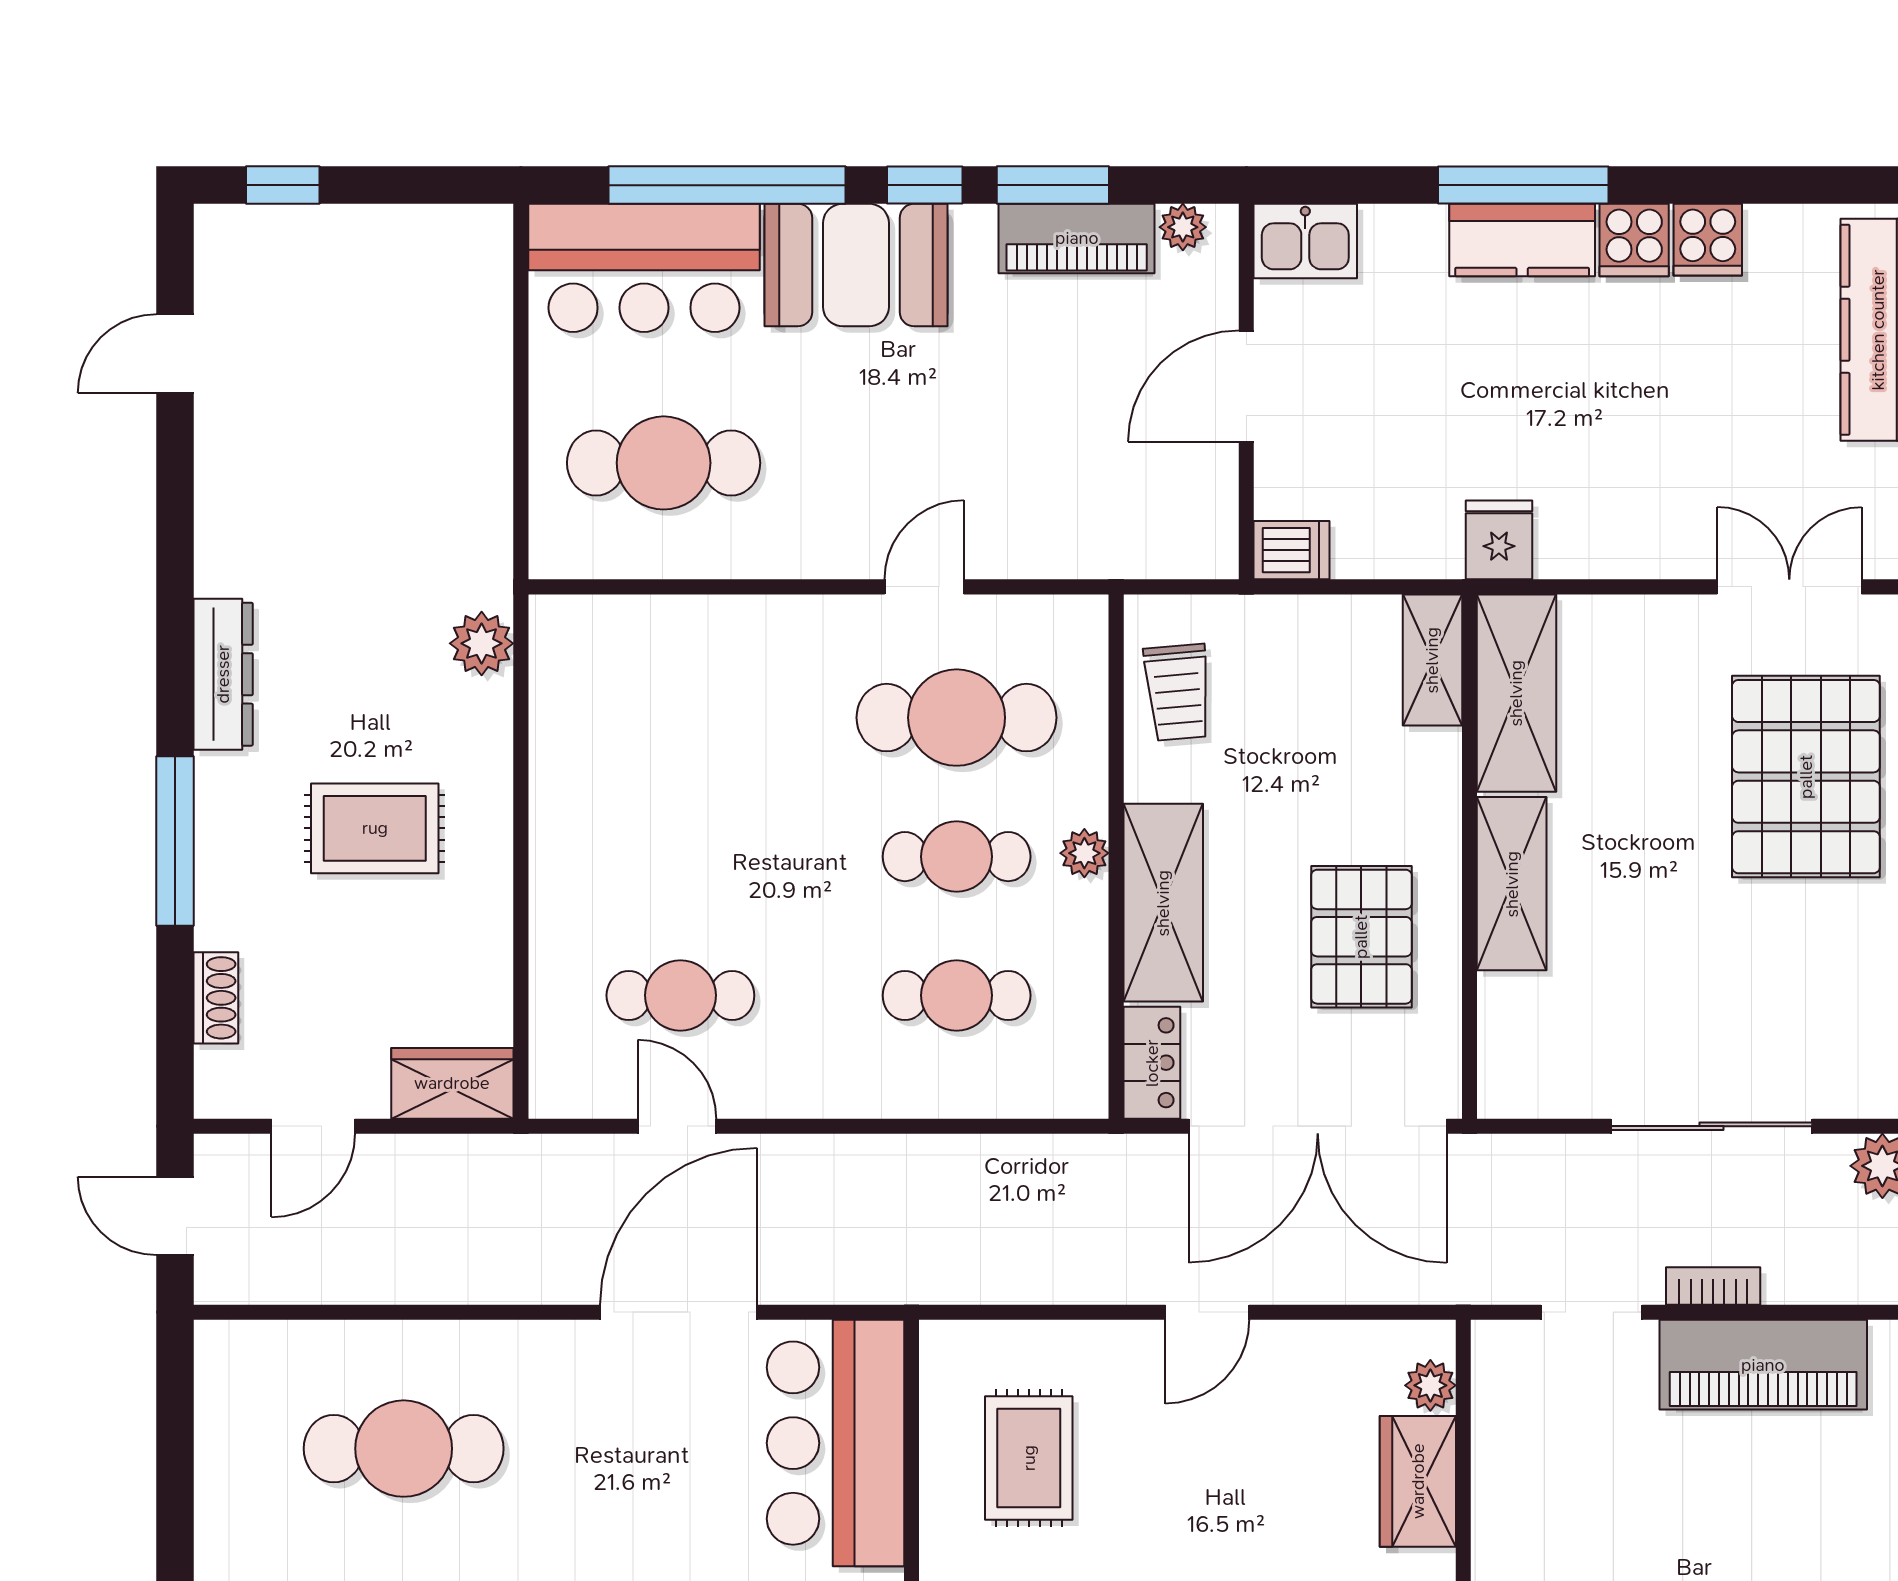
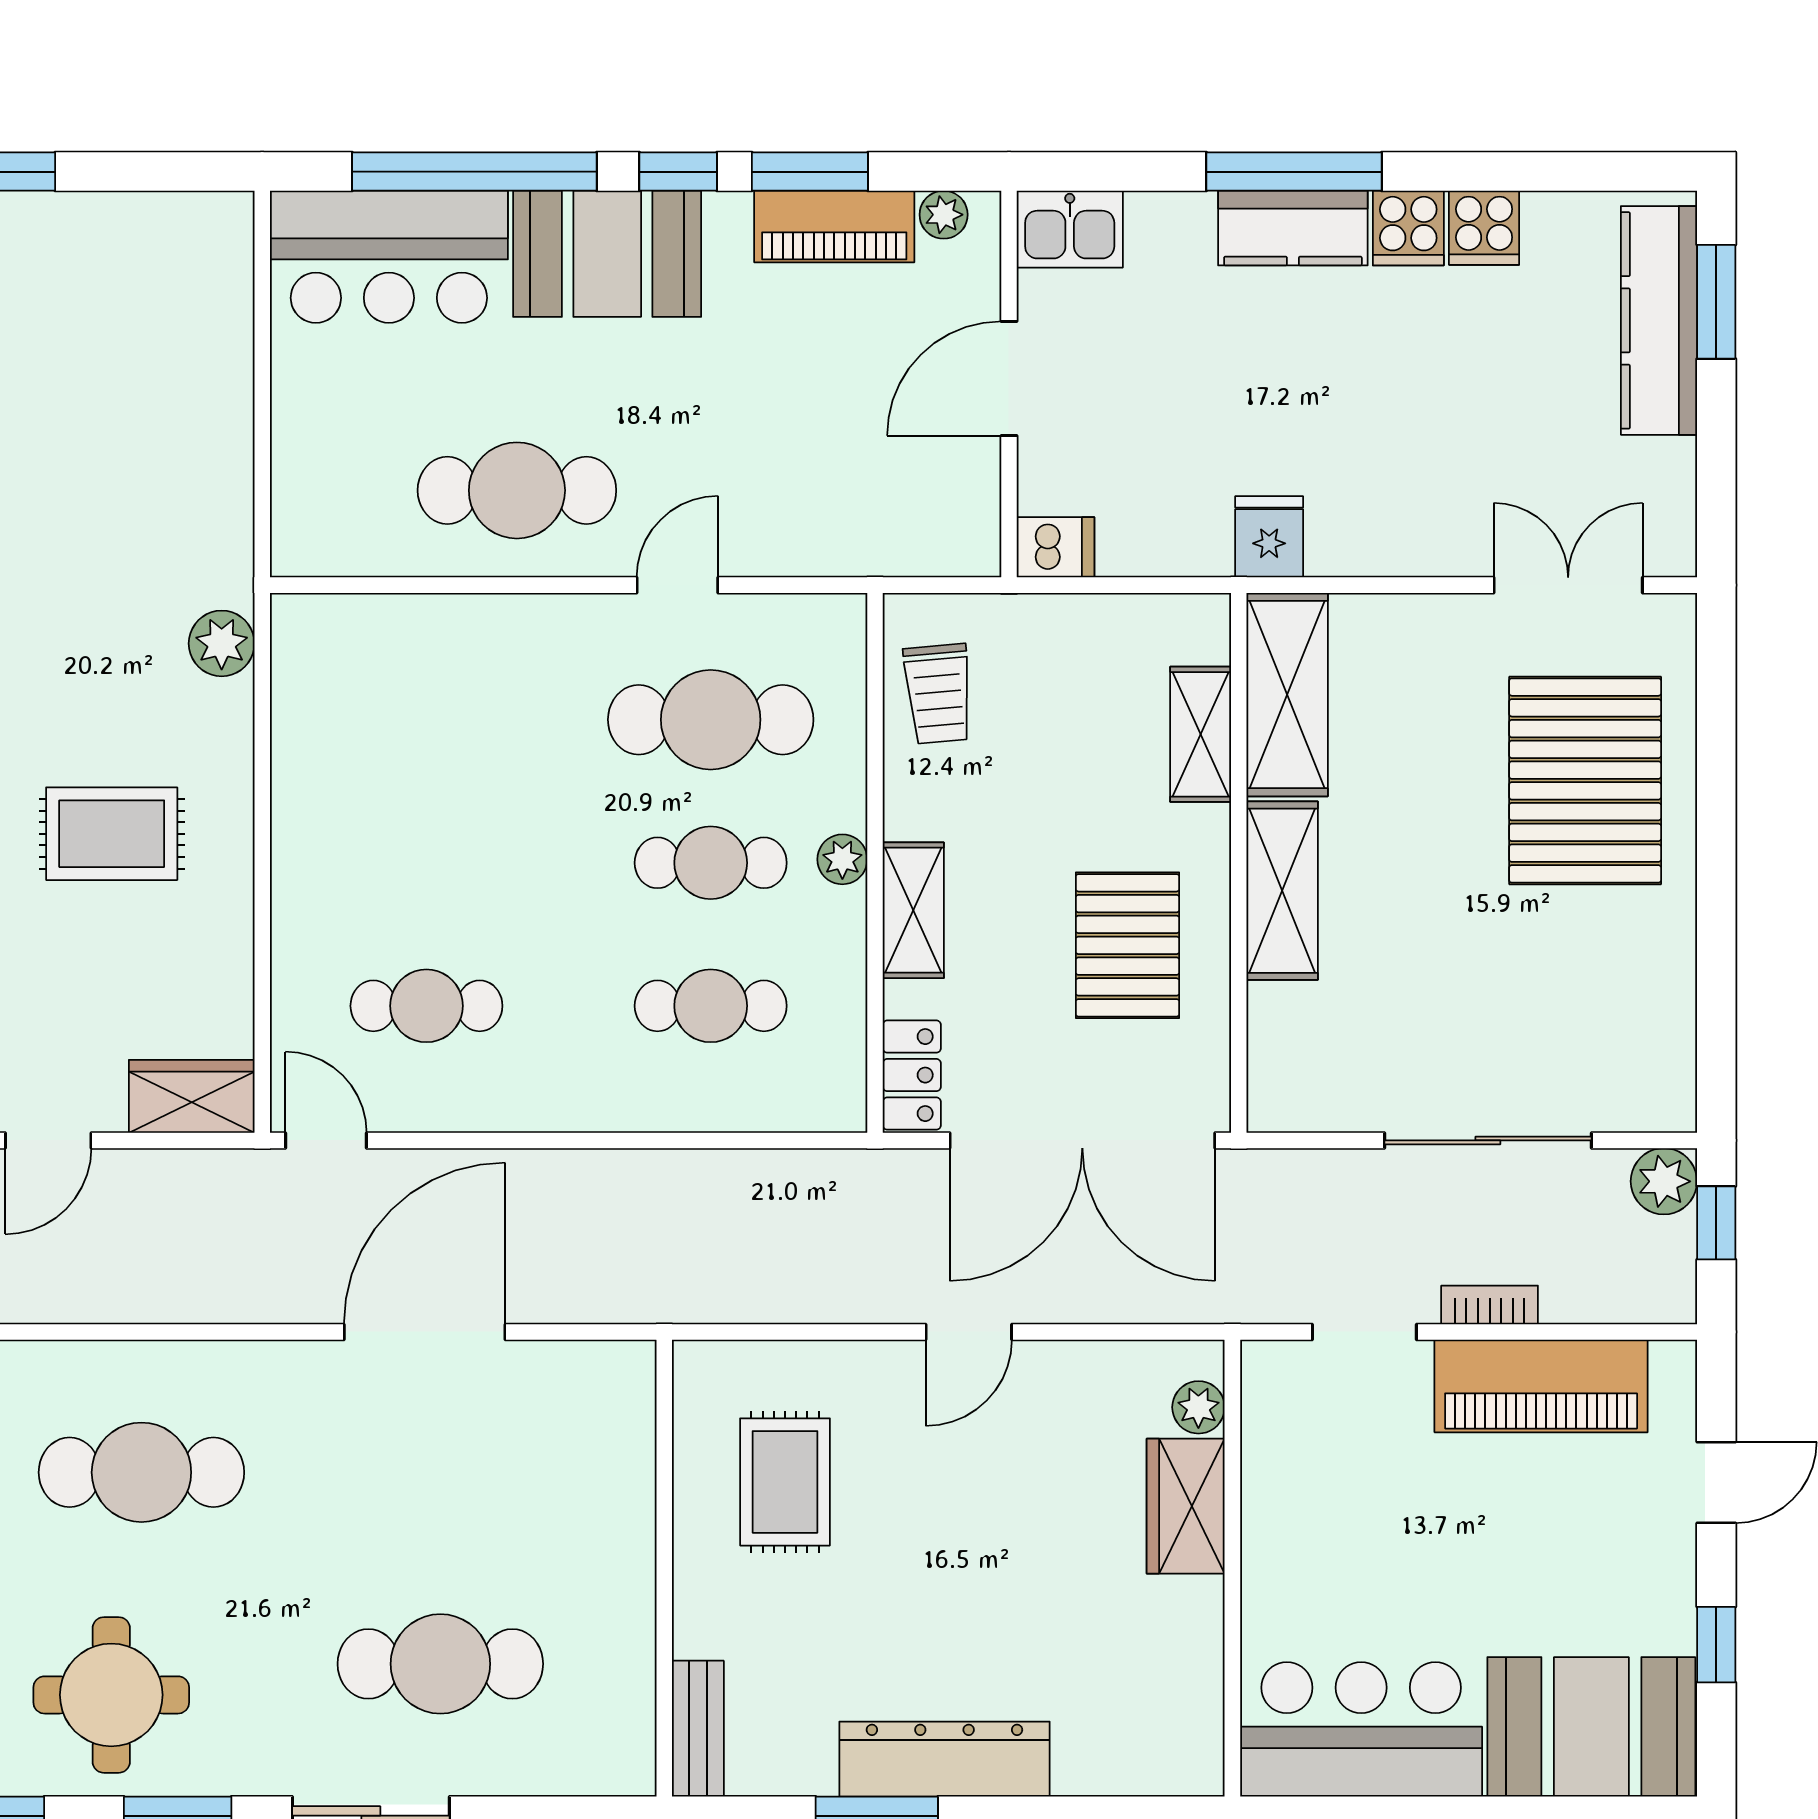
cafe table: (664, 463) -> (517, 490), moved
shelving: (1432, 660) -> (1201, 734), moved
shelving: (1163, 903) -> (913, 910), width x0.67, depth x0.75
door: (677, 1126) -> (326, 1140), moved
bar counter: (836, 1443) -> (586, 1467), removed

